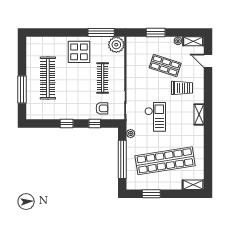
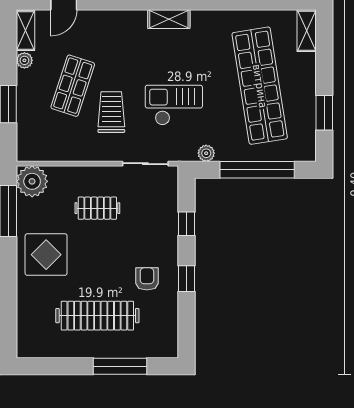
clothes rail: (103, 78) -> (97, 208), width x0.73
trolley: (182, 88) -> (111, 112), moved
armchair: (102, 108) -> (147, 279), moved

